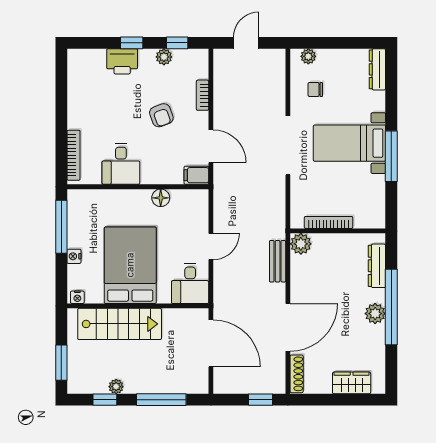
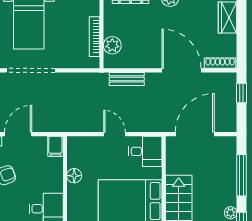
door: (211, 146) -> (18, 134), moved
plant: (301, 244) -> (112, 45), moved

